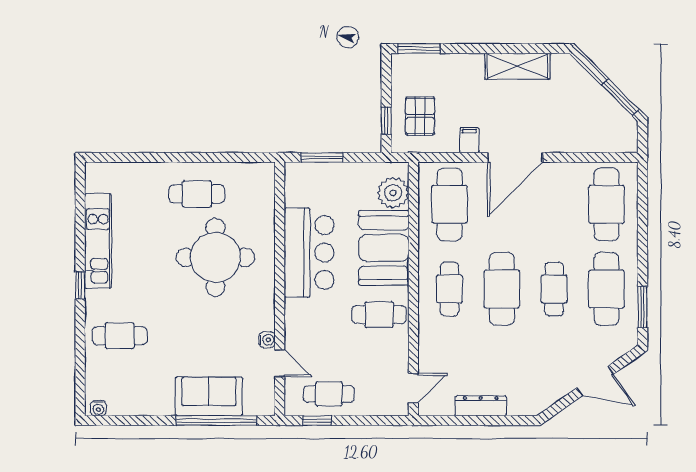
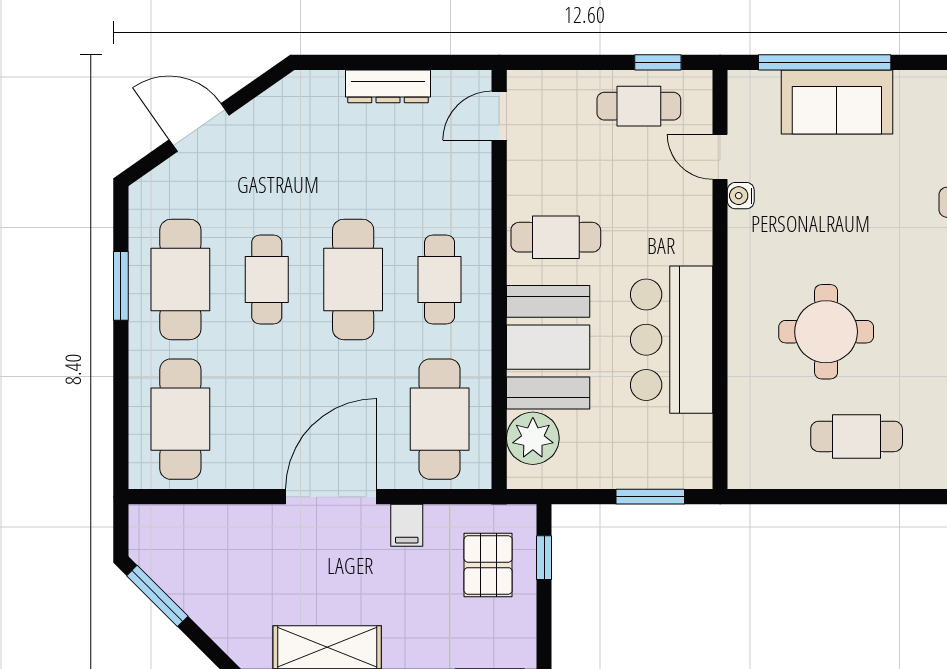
round table: (215, 257) -> (826, 332), width x0.73, depth x0.73
window: (643, 307) -> (121, 286), moved

